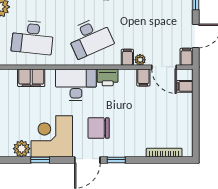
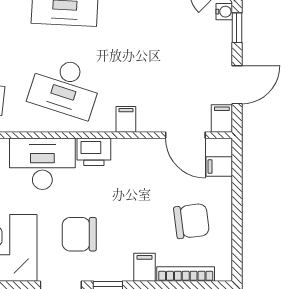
desk: (90, 37) -> (65, 87), turned 42
plant: (140, 60) -> (147, 123), removed
filing cabinet: (143, 77) -> (145, 267), moved, turned 180
chair: (168, 120) -> (192, 221), added

